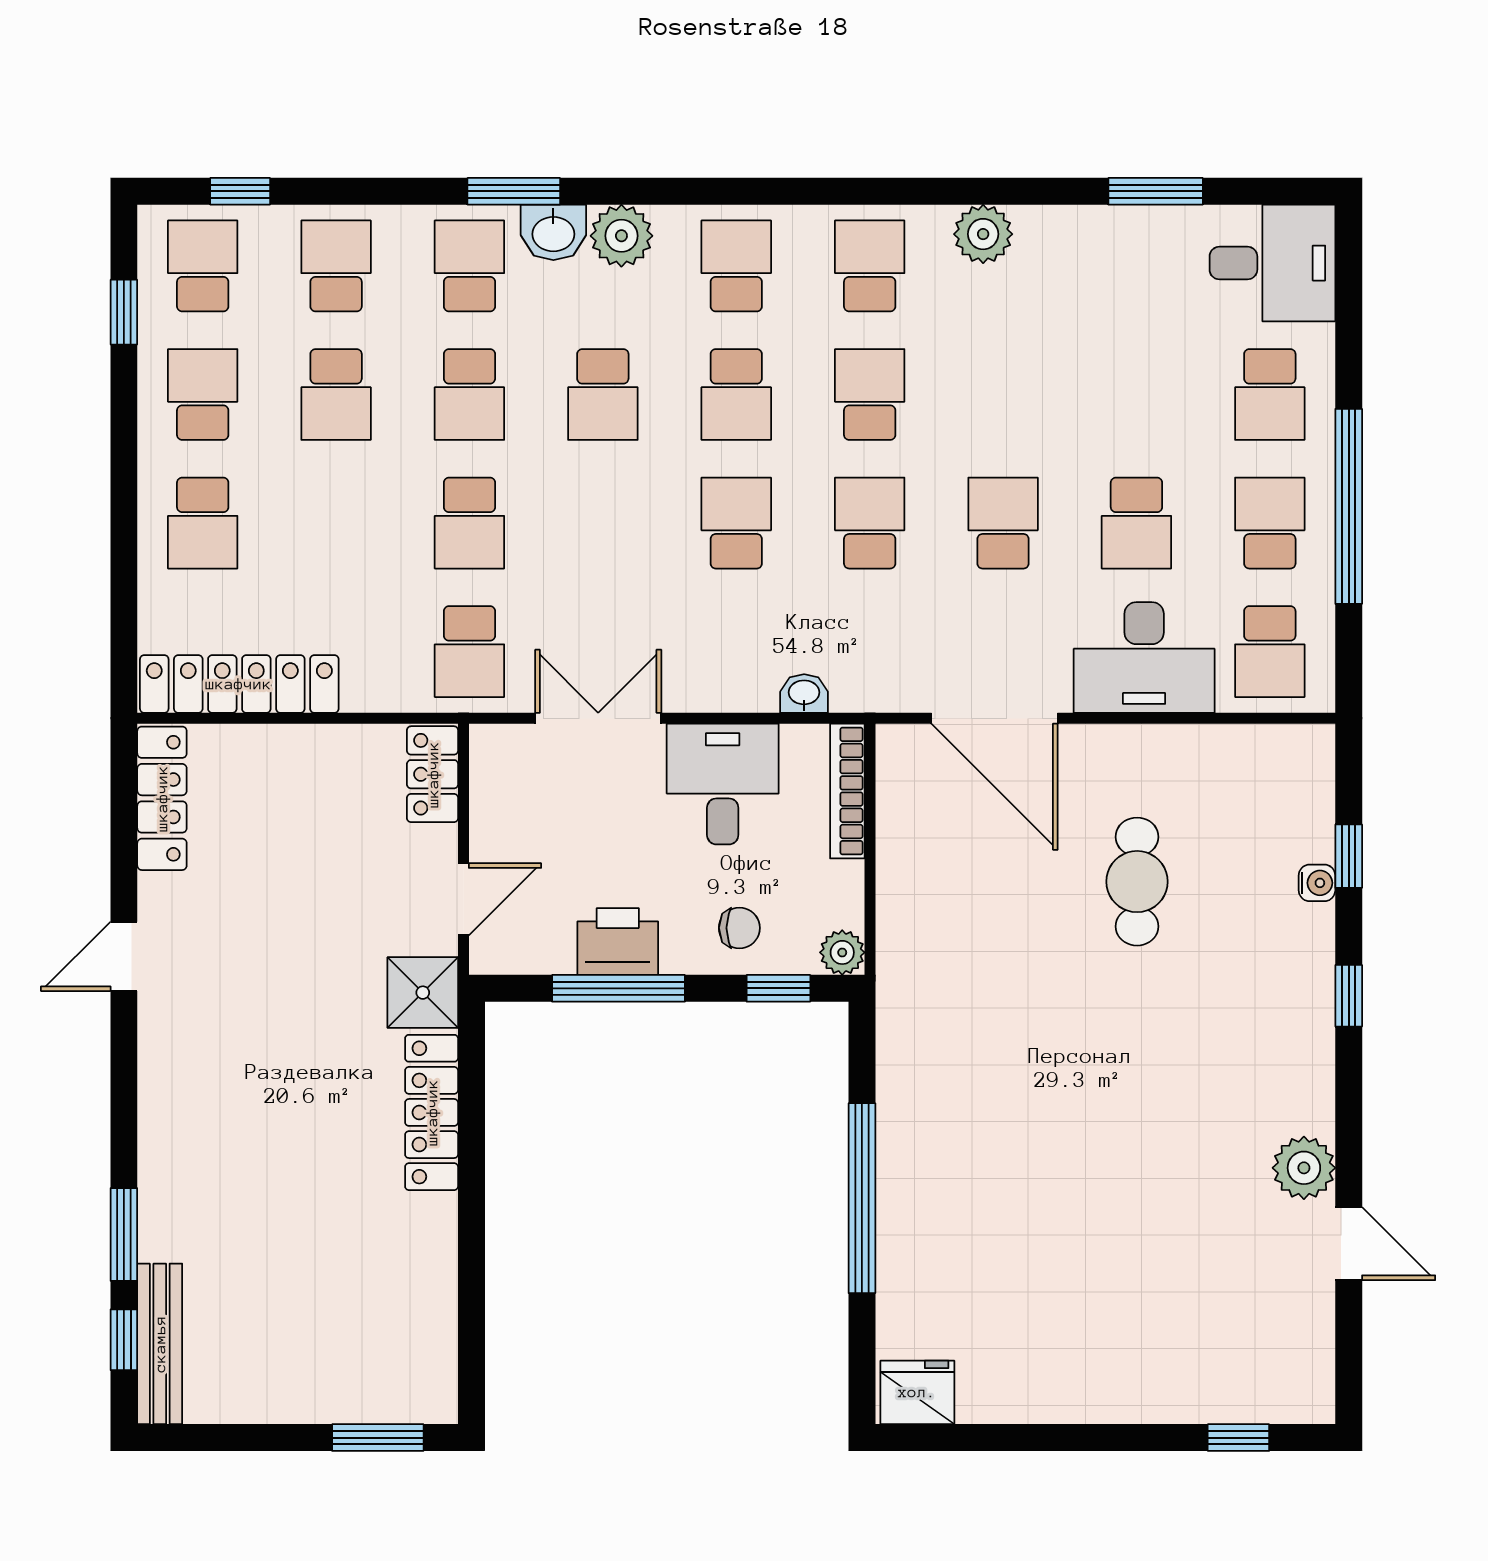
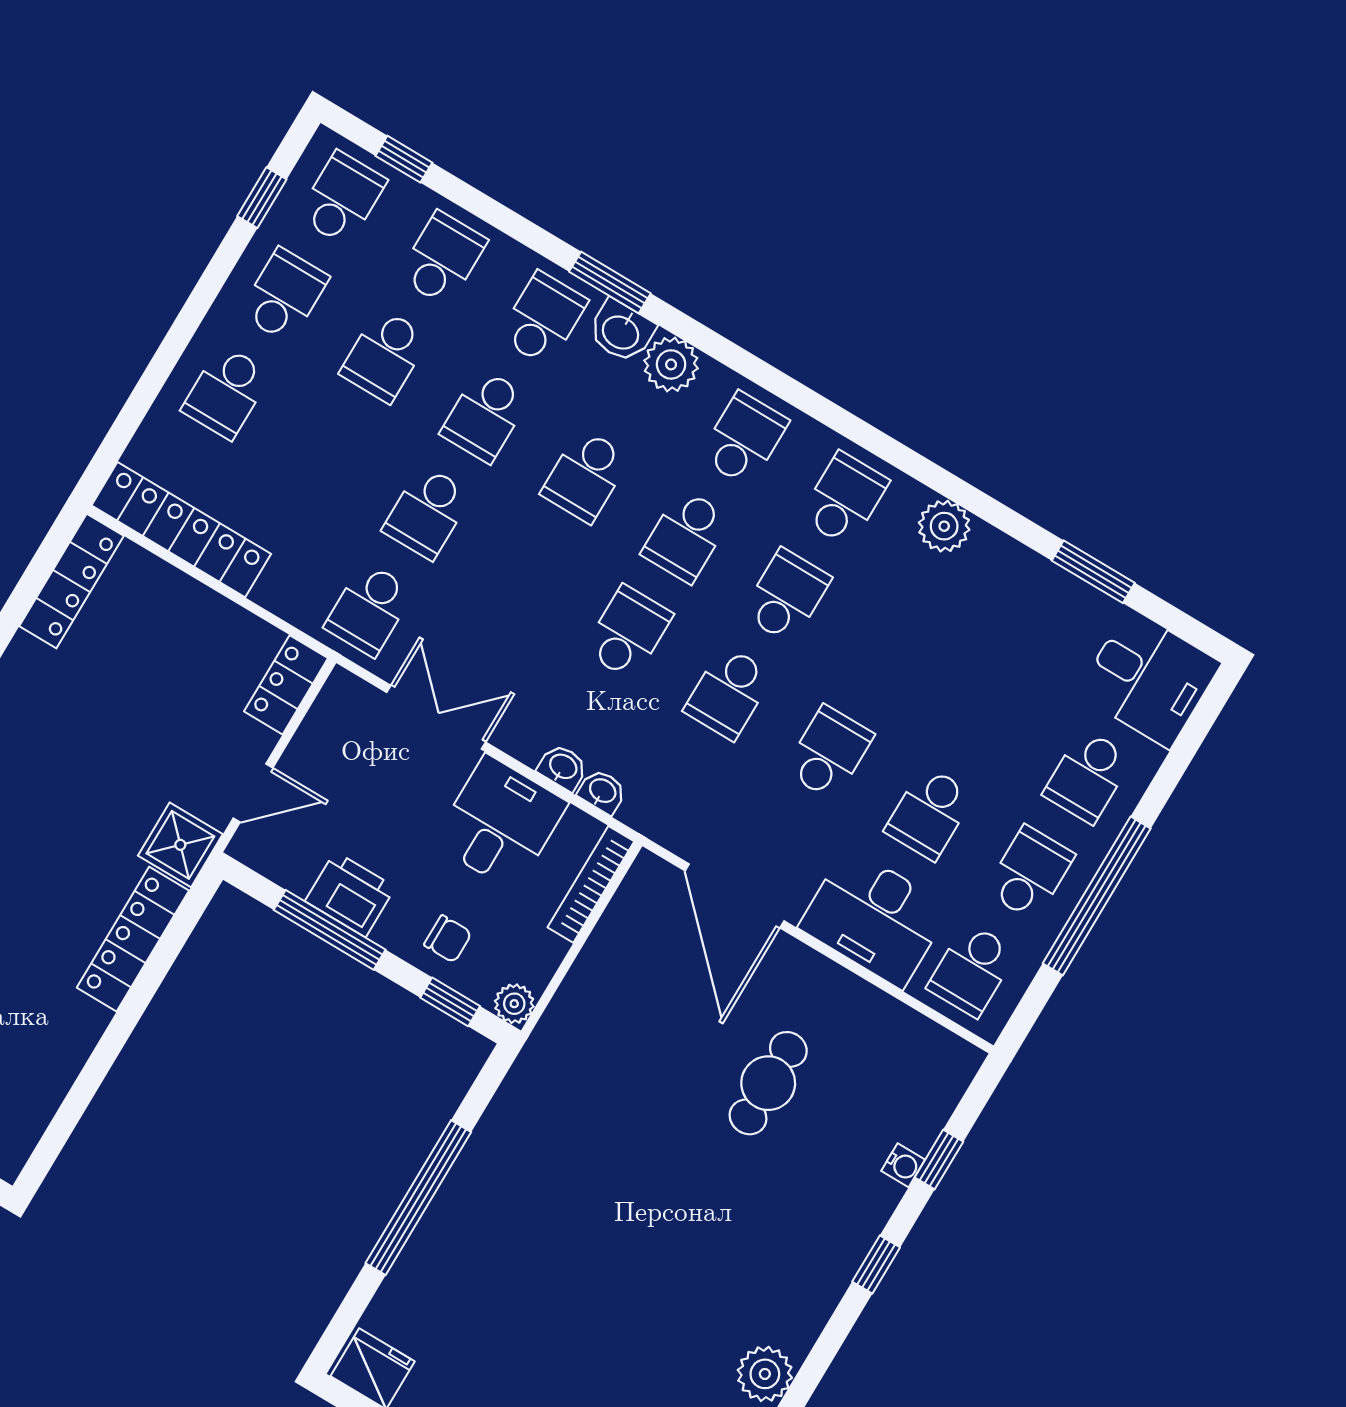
school desk: (870, 523) -> (728, 693), turned 180
washbasin: (751, 693) -> (563, 767), added

